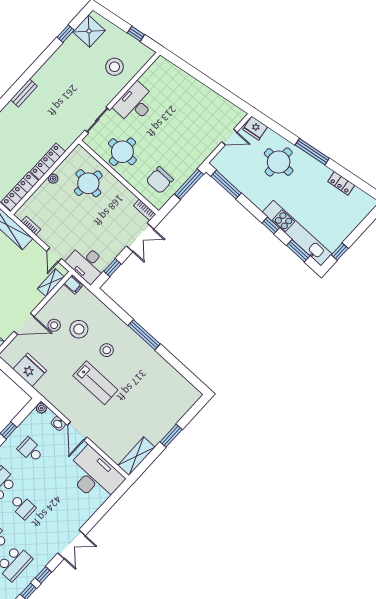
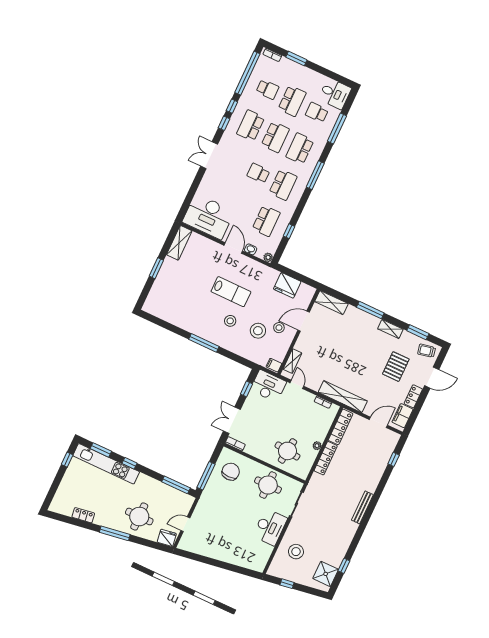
bench: (24, 93) -> (362, 507), width x1.36
lab bench: (95, 383) -> (231, 292), turned 180
school desk: (31, 450) -> (266, 221), width x1.85

